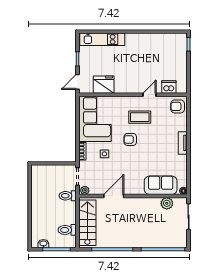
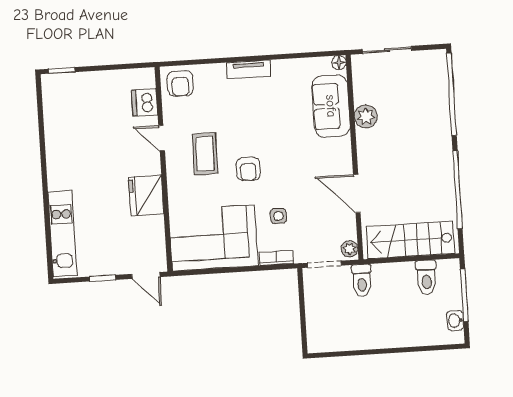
fridge: (104, 85) -> (146, 195), moved
plant: (167, 203) -> (366, 116), moved

